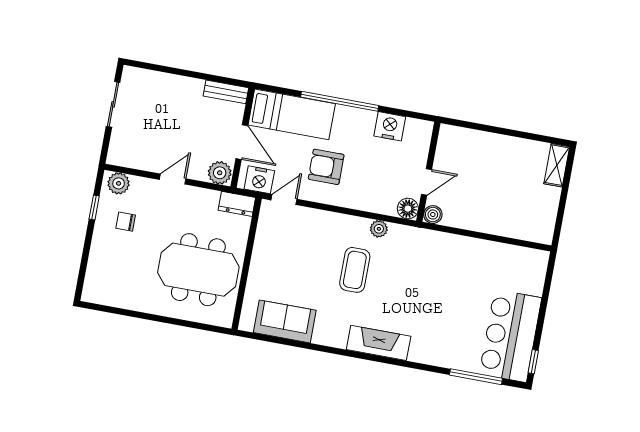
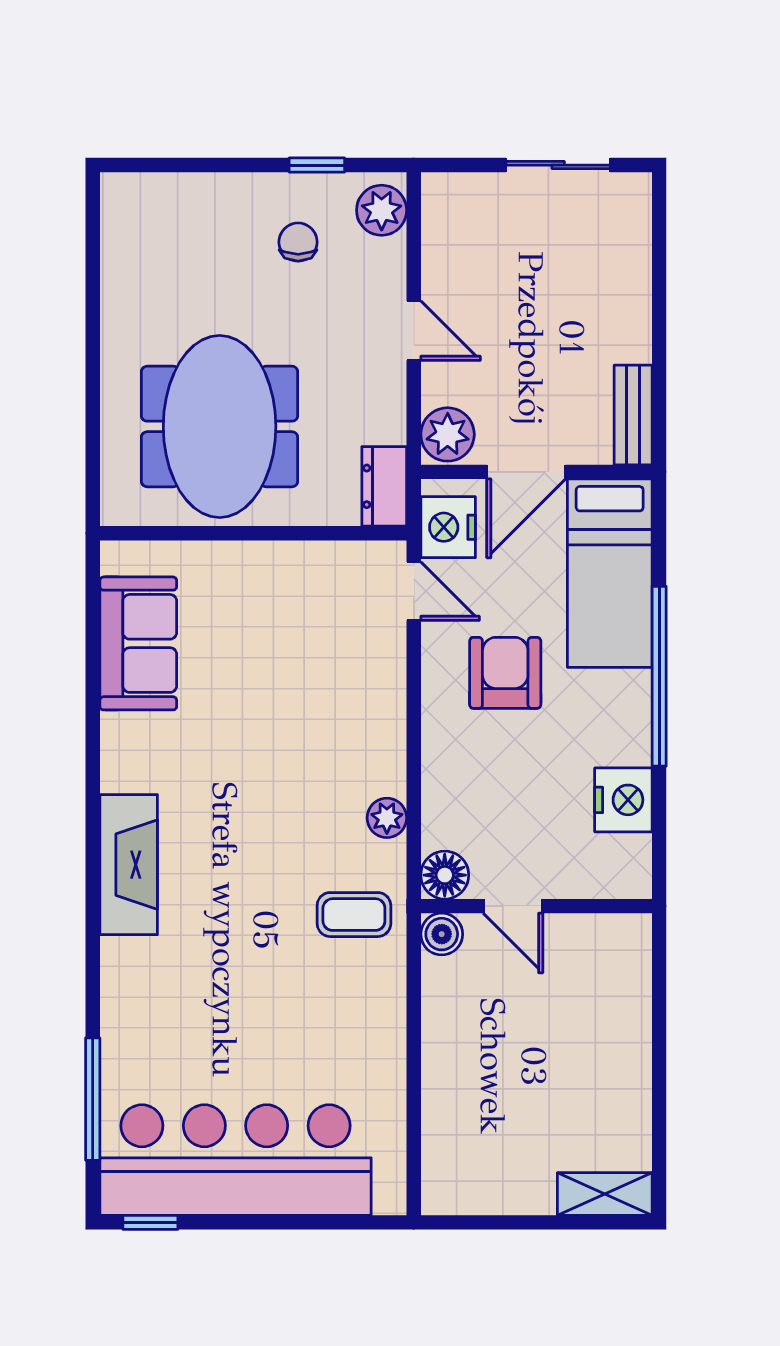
coffee table: (355, 270) -> (354, 915), moved, width x0.73, depth x0.77
bar counter: (510, 336) -> (236, 1160), width x1.36

